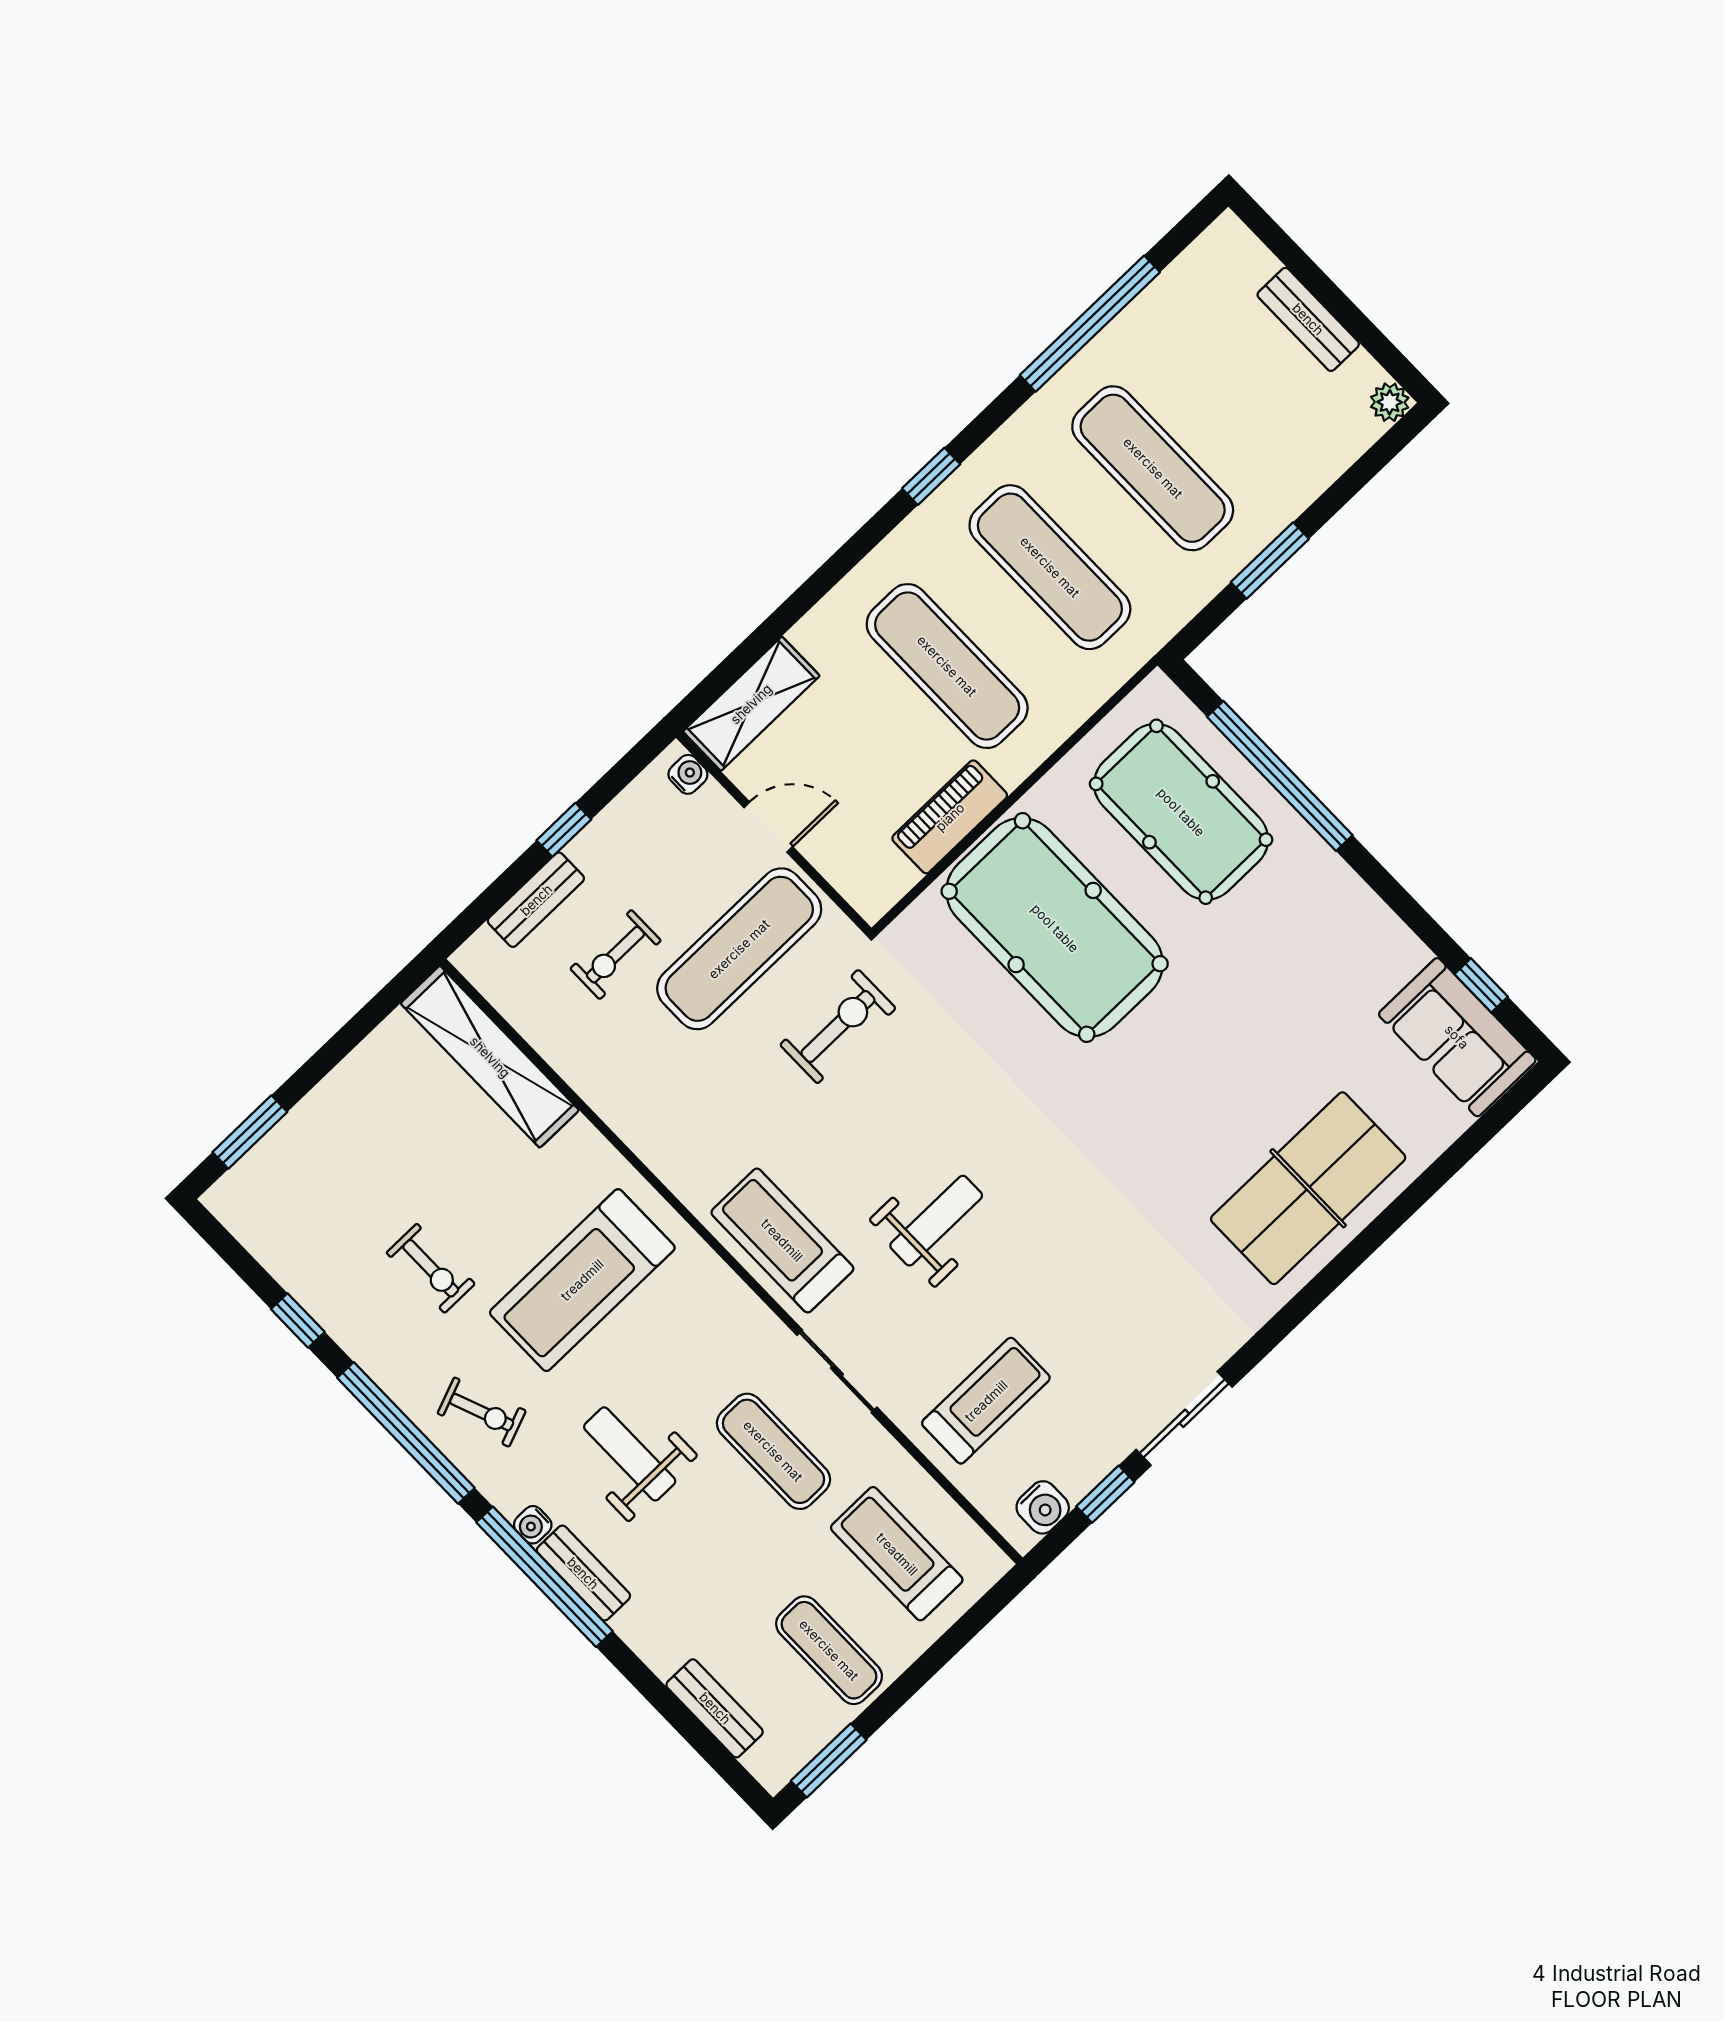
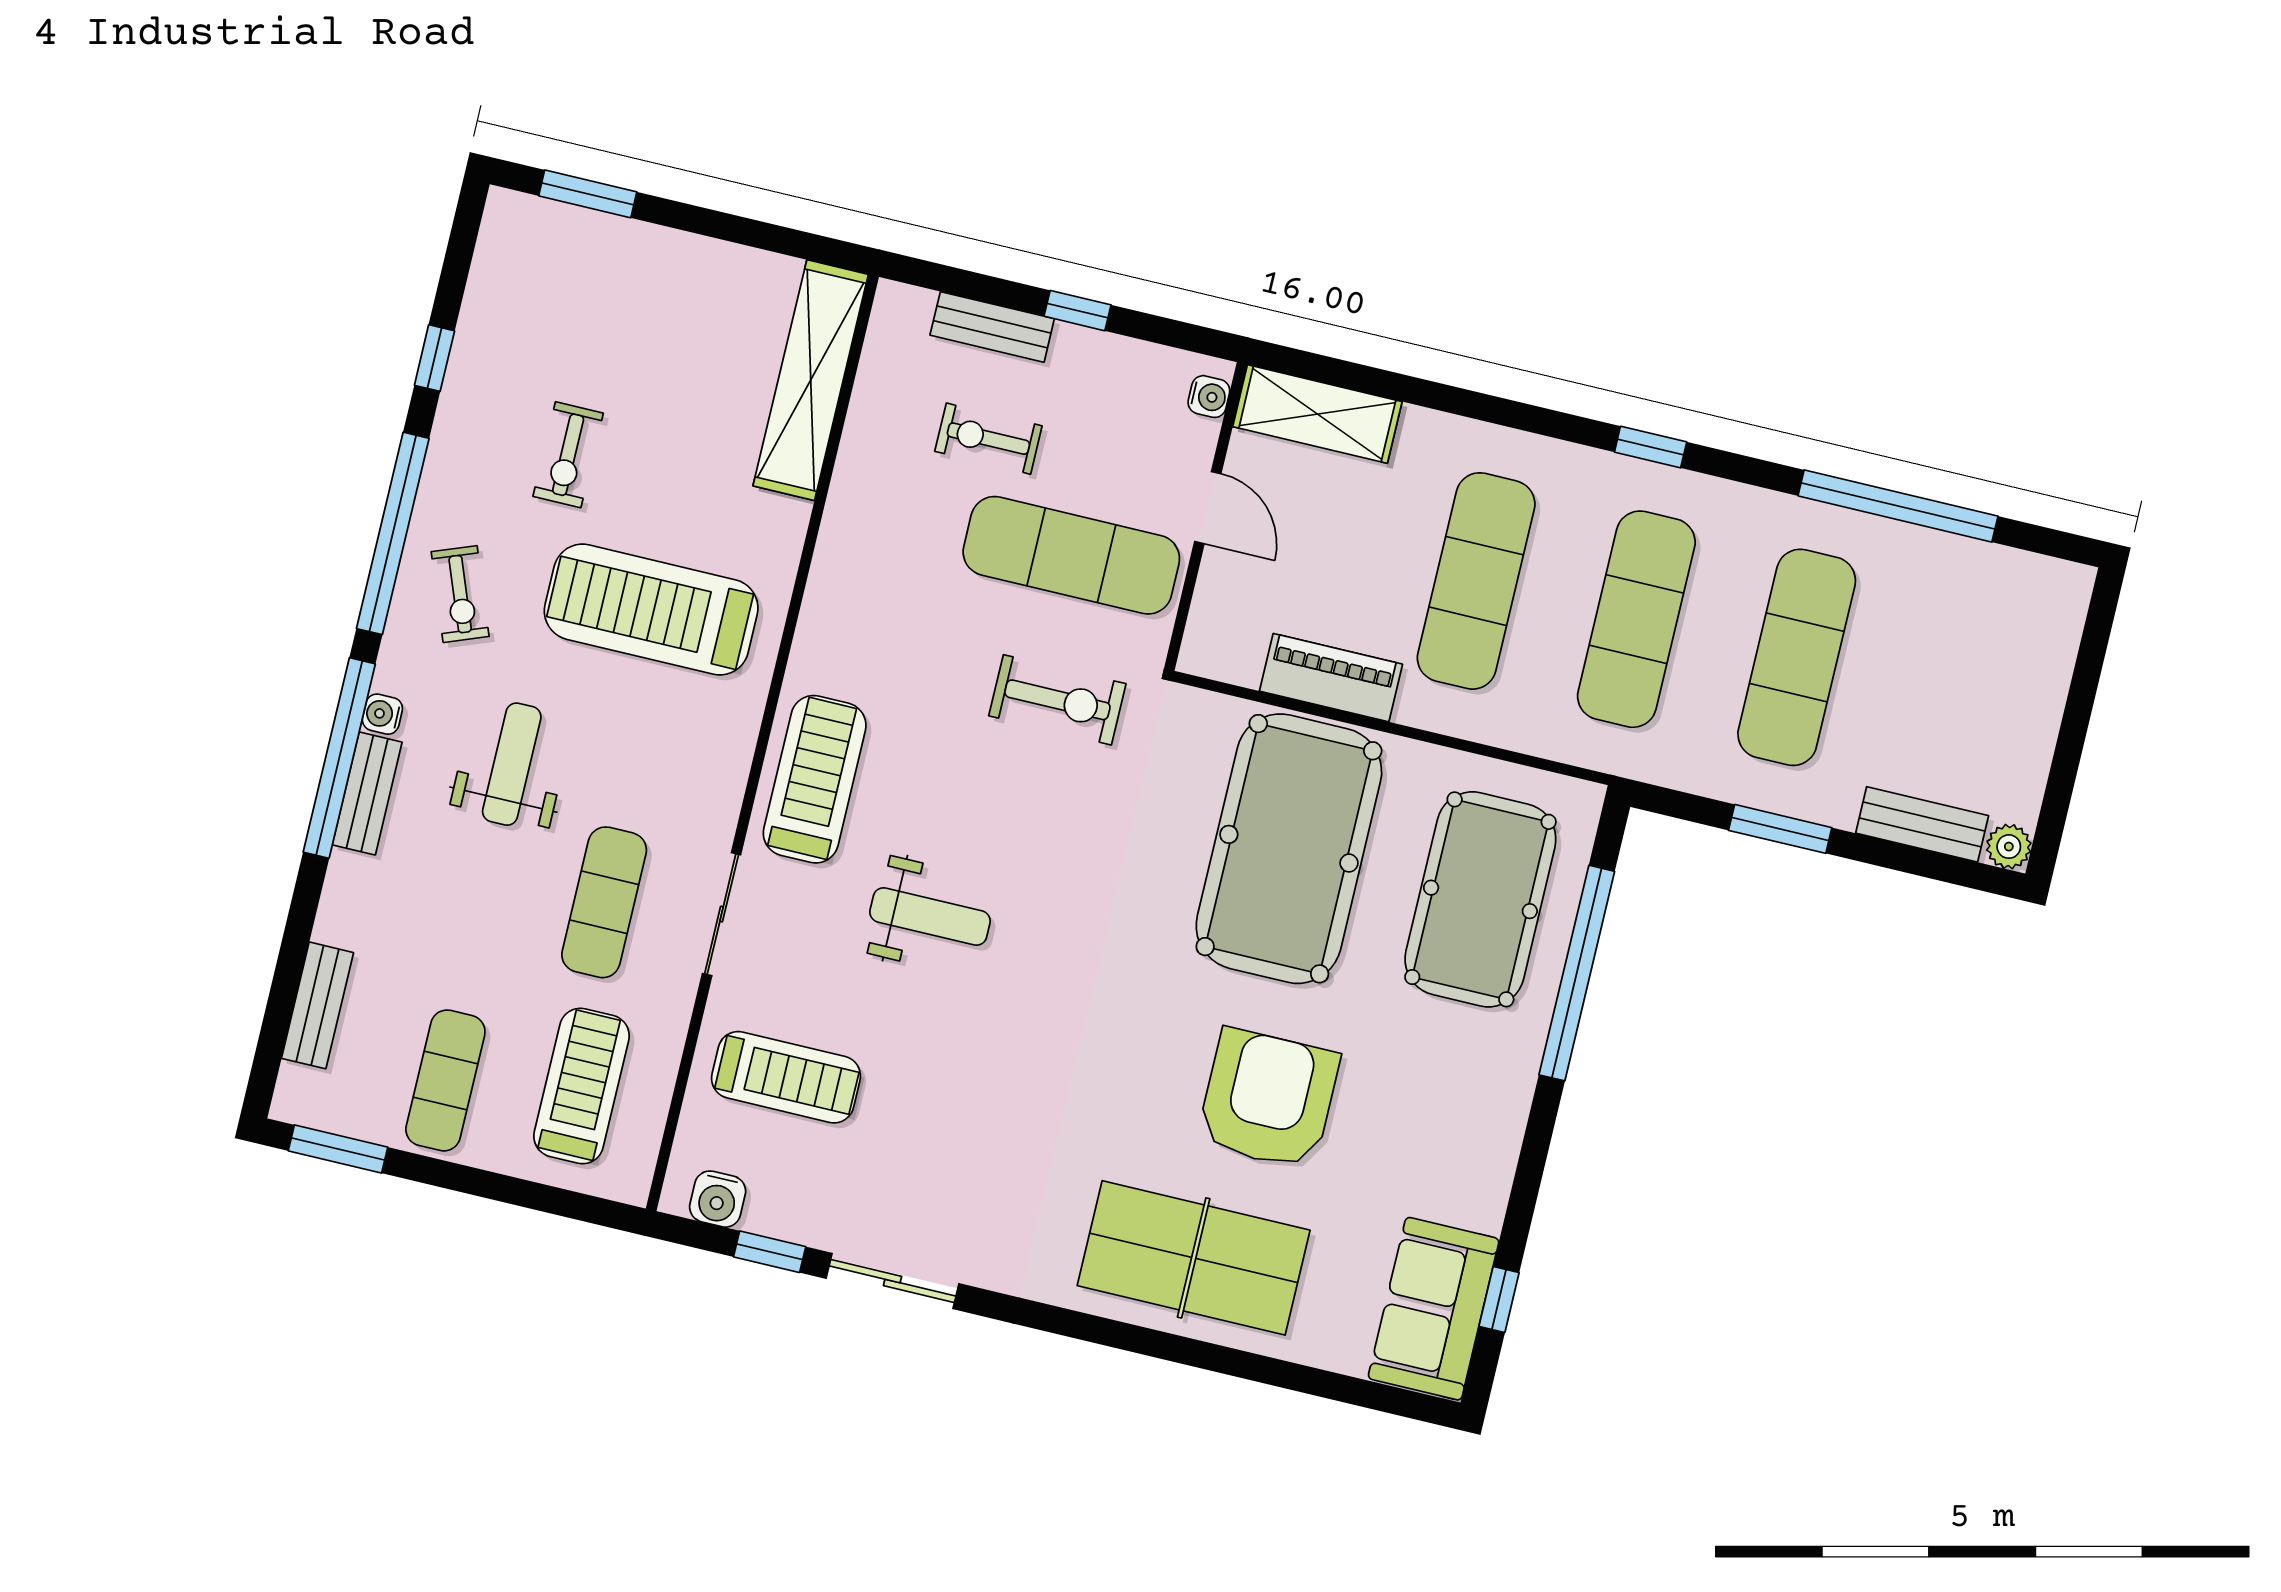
bench: (1308, 319) -> (1922, 824), moved, turned 90
armchair: (1227, 1060) -> (1268, 1099), added

